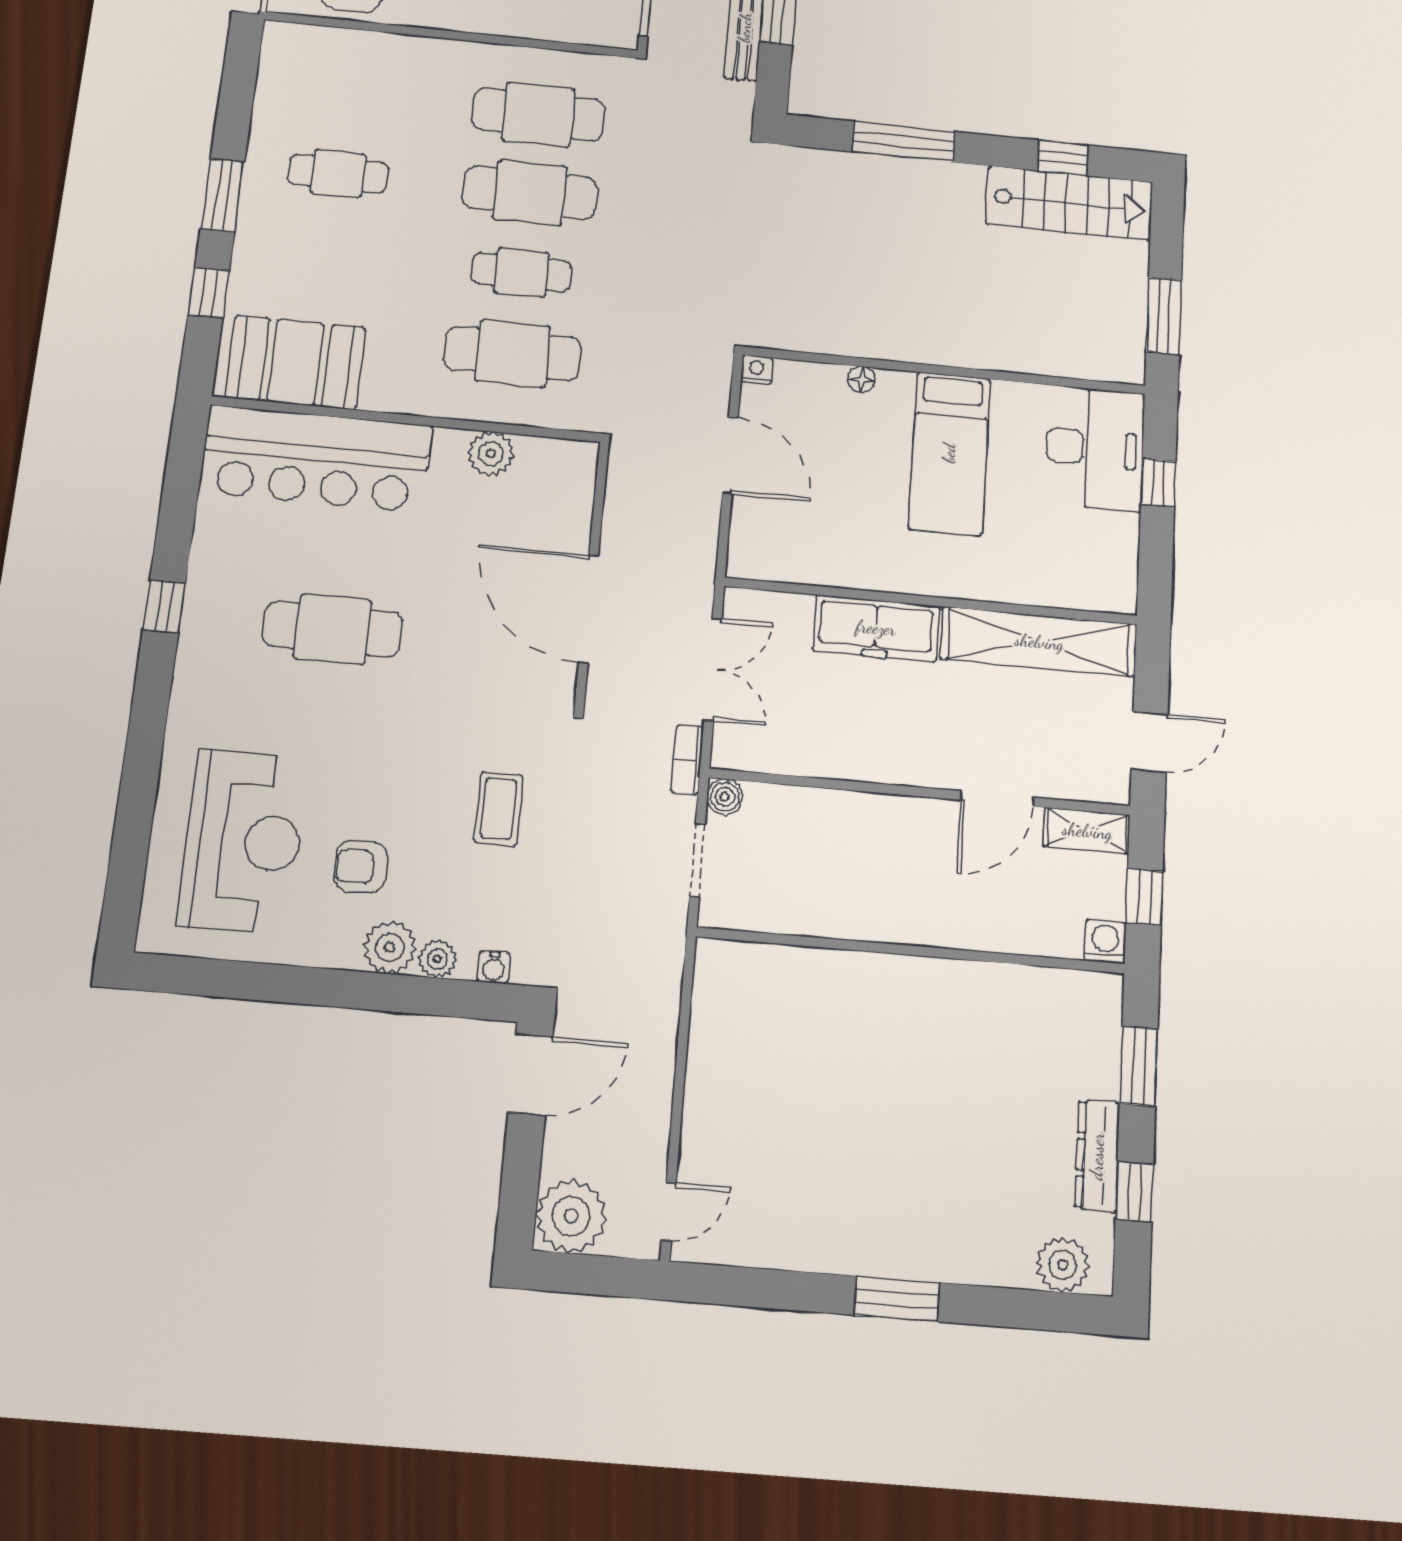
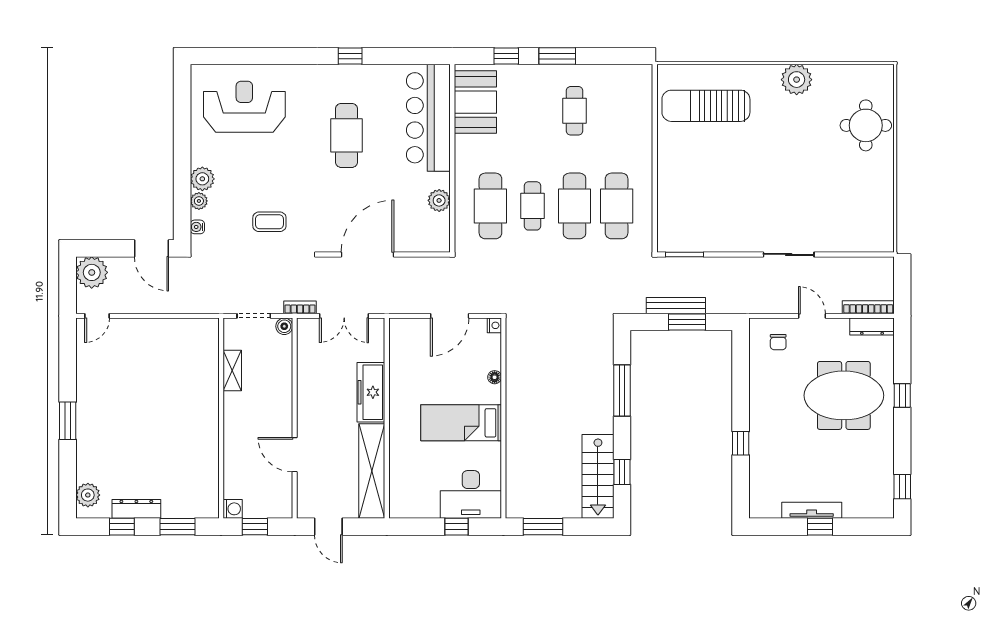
shelving: (1087, 831) -> (232, 371), moved
reception desk: (243, 841) -> (244, 107), turned 180
armchair: (361, 867) -> (237, 162), removed
door: (669, 1211) -> (97, 316), hinge flipped

